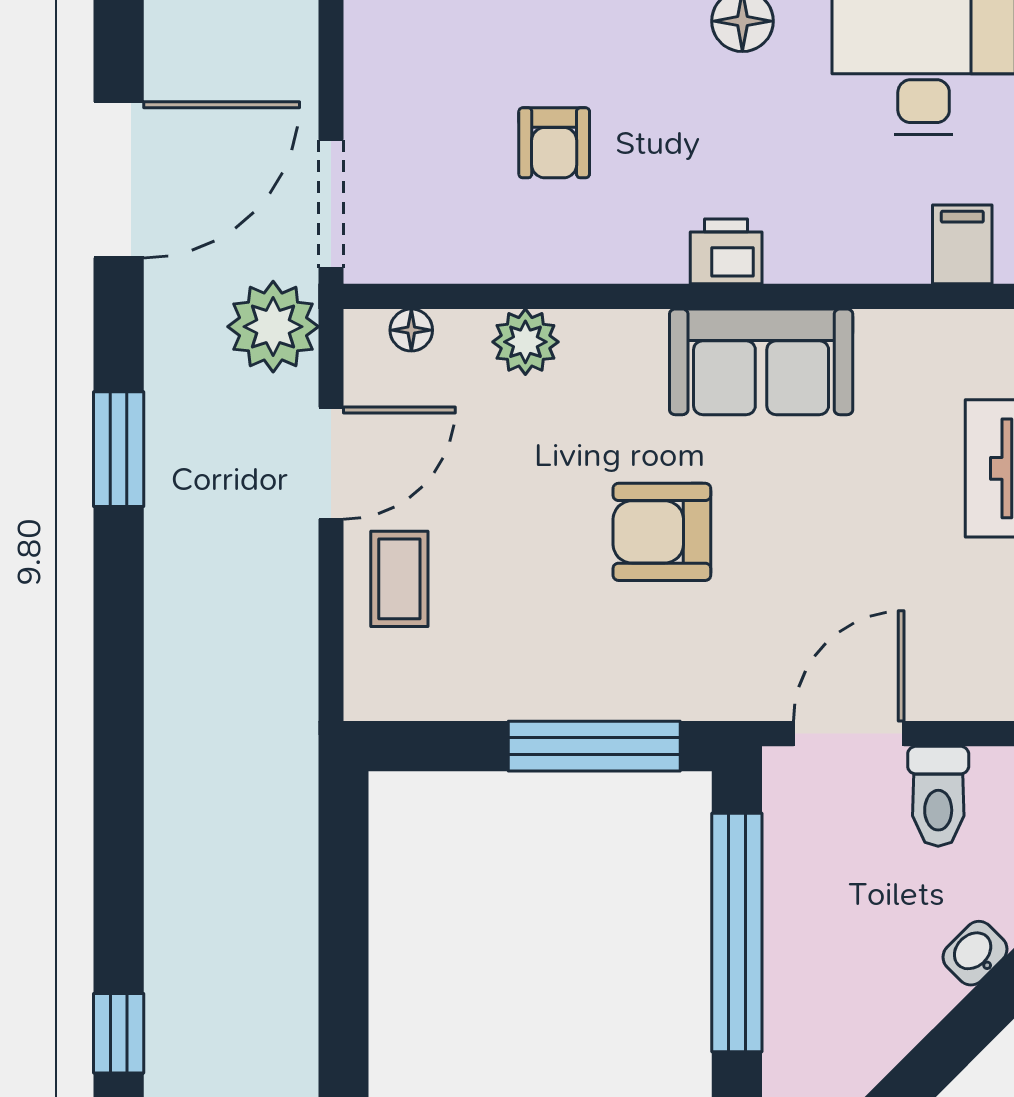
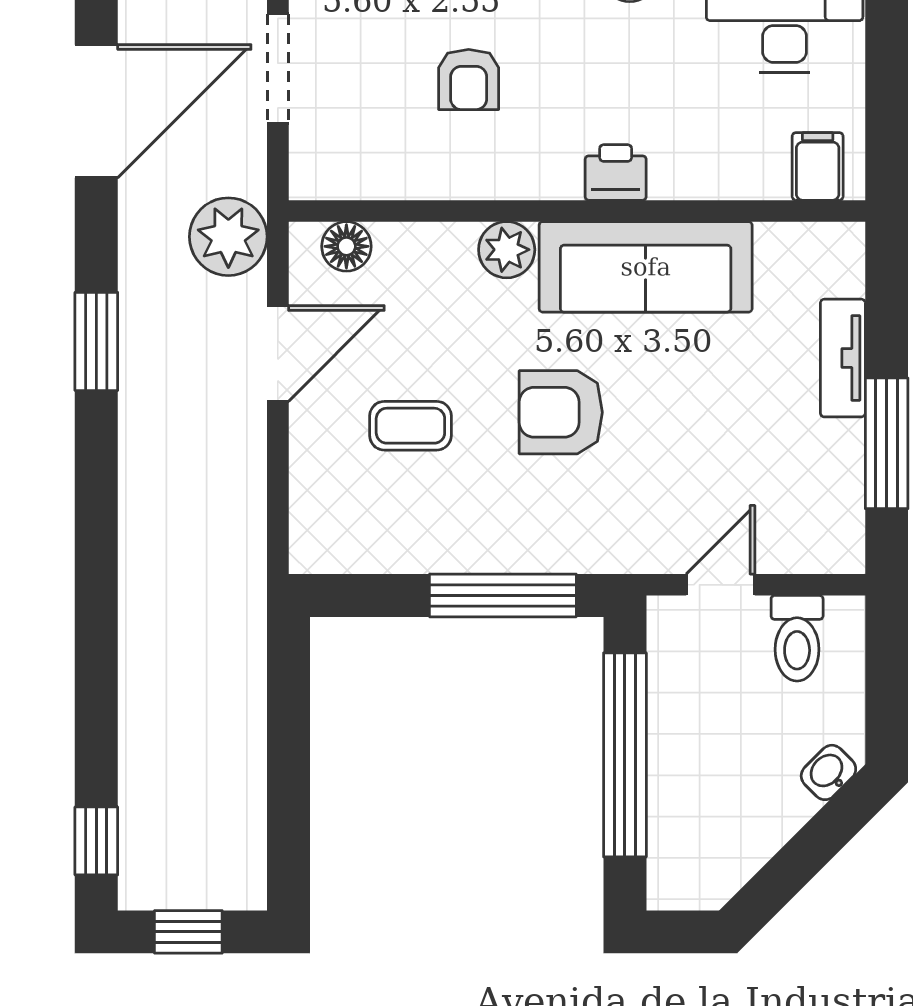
doorway: (331, 204) -> (278, 69), moved
floor lamp: (411, 330) -> (346, 246), width x1.37, depth x1.37
plant: (525, 342) -> (507, 250), moved
sofa: (761, 362) -> (646, 267), width x1.36
coffee table: (399, 579) -> (410, 426), moved, turned 90
door: (849, 734) -> (721, 585), width x0.73

